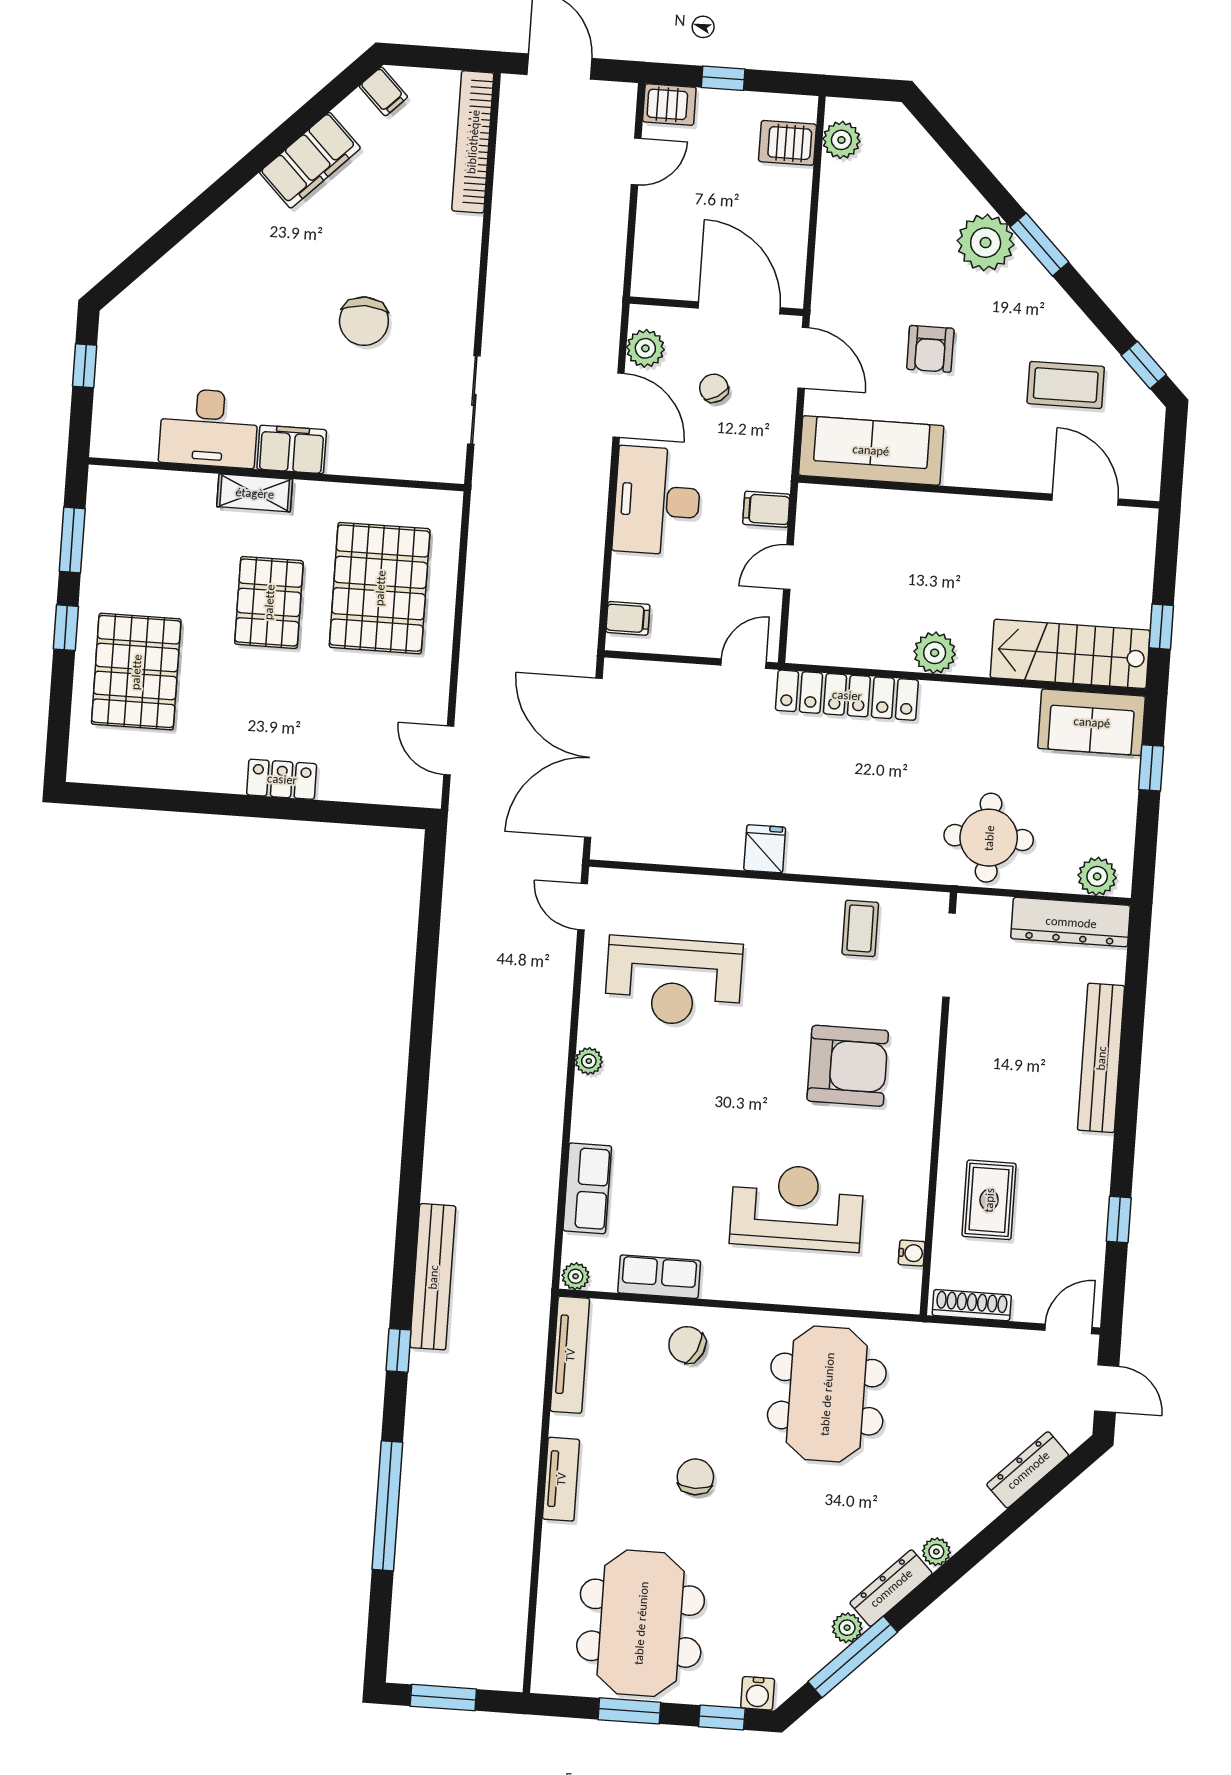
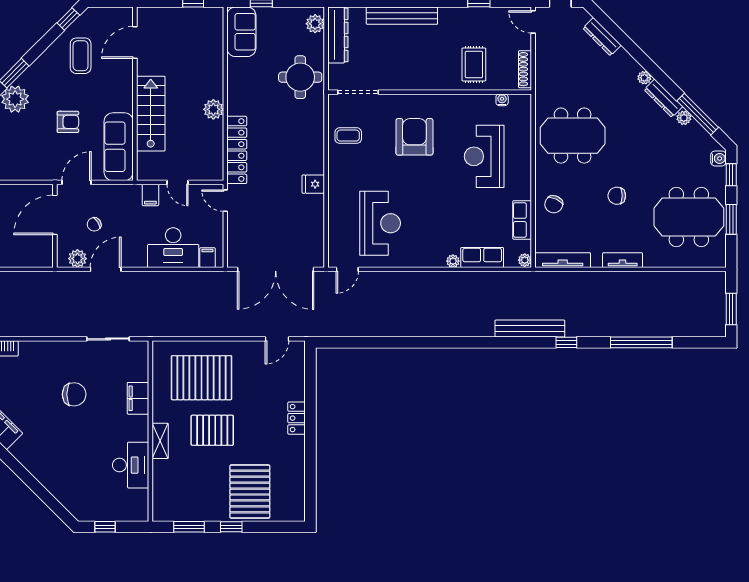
filing cabinet: (292, 449) -> (138, 398), moved
desk: (657, 501) -> (173, 248), moved
stairs: (1070, 654) -> (151, 114), moved, turned 180
pallet: (136, 672) -> (250, 492), turned 90
plant: (589, 1061) -> (453, 261), moved
rug: (989, 1200) -> (474, 64), turned 90

